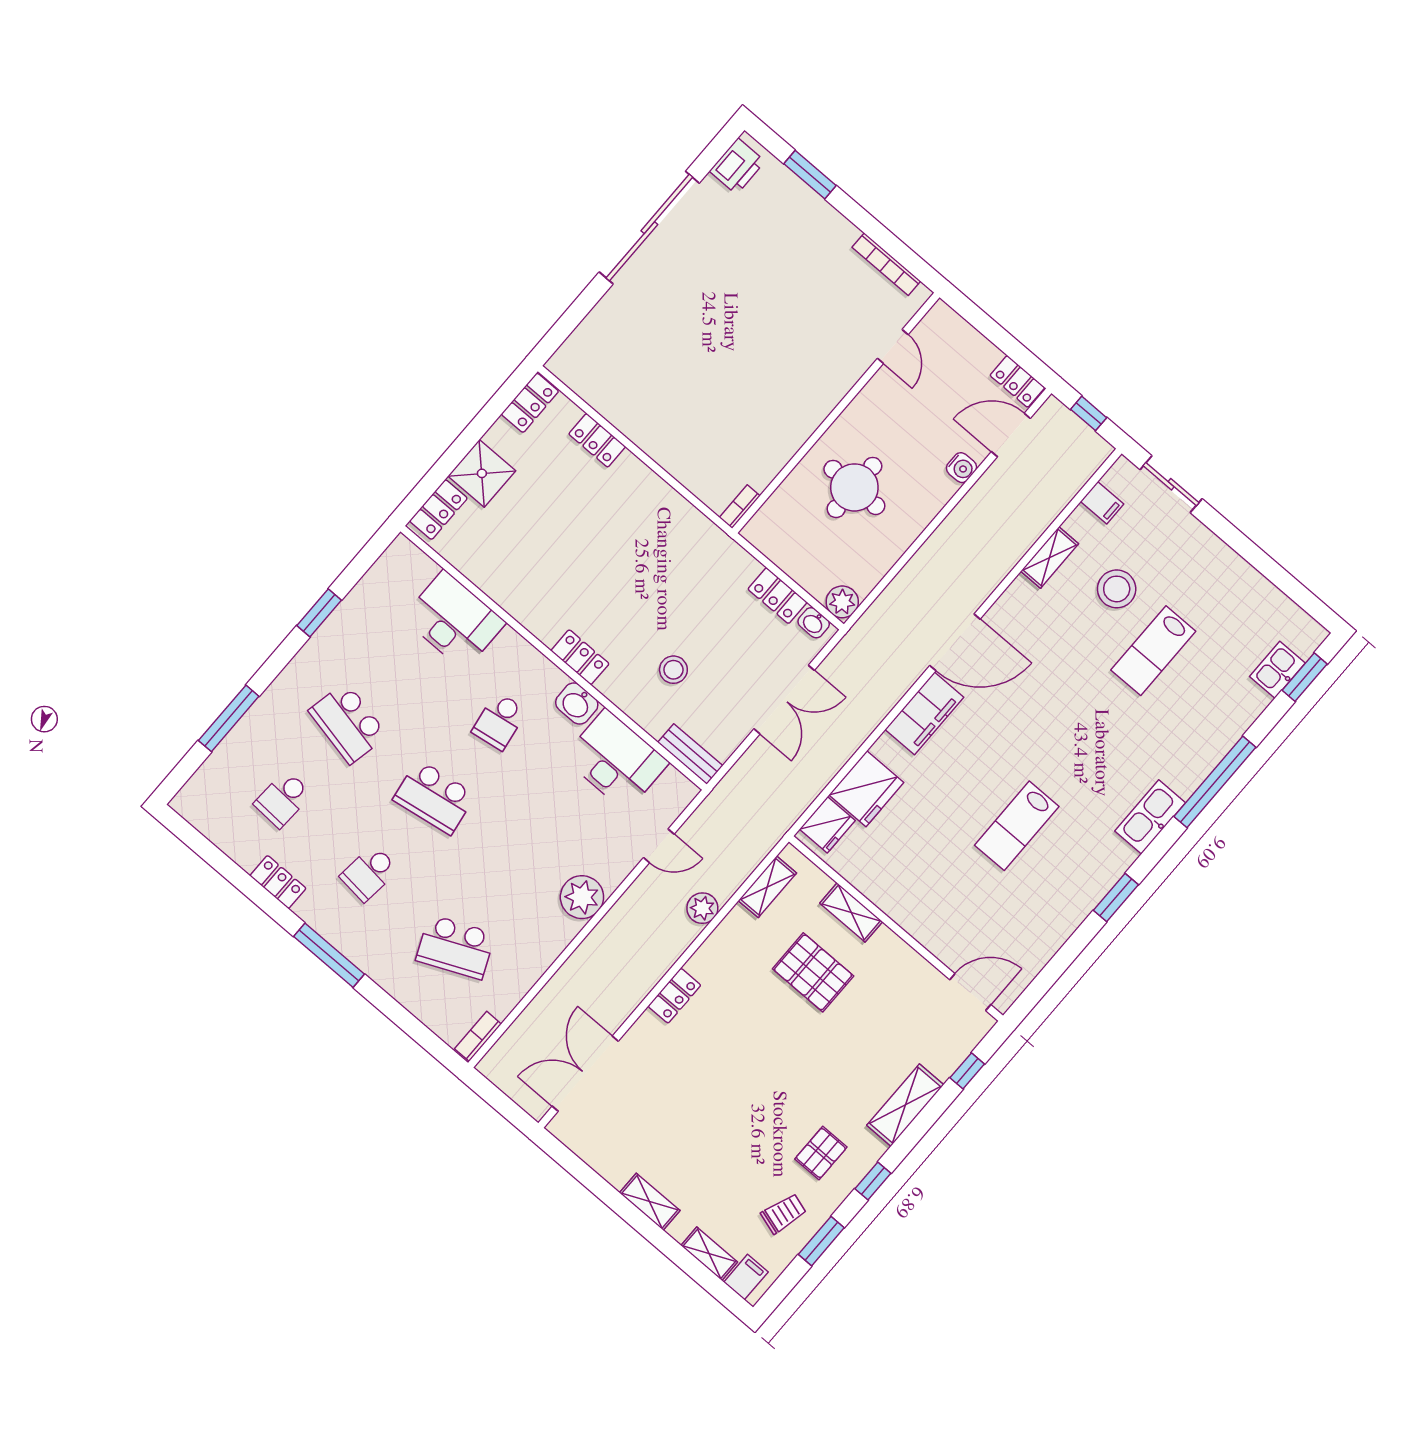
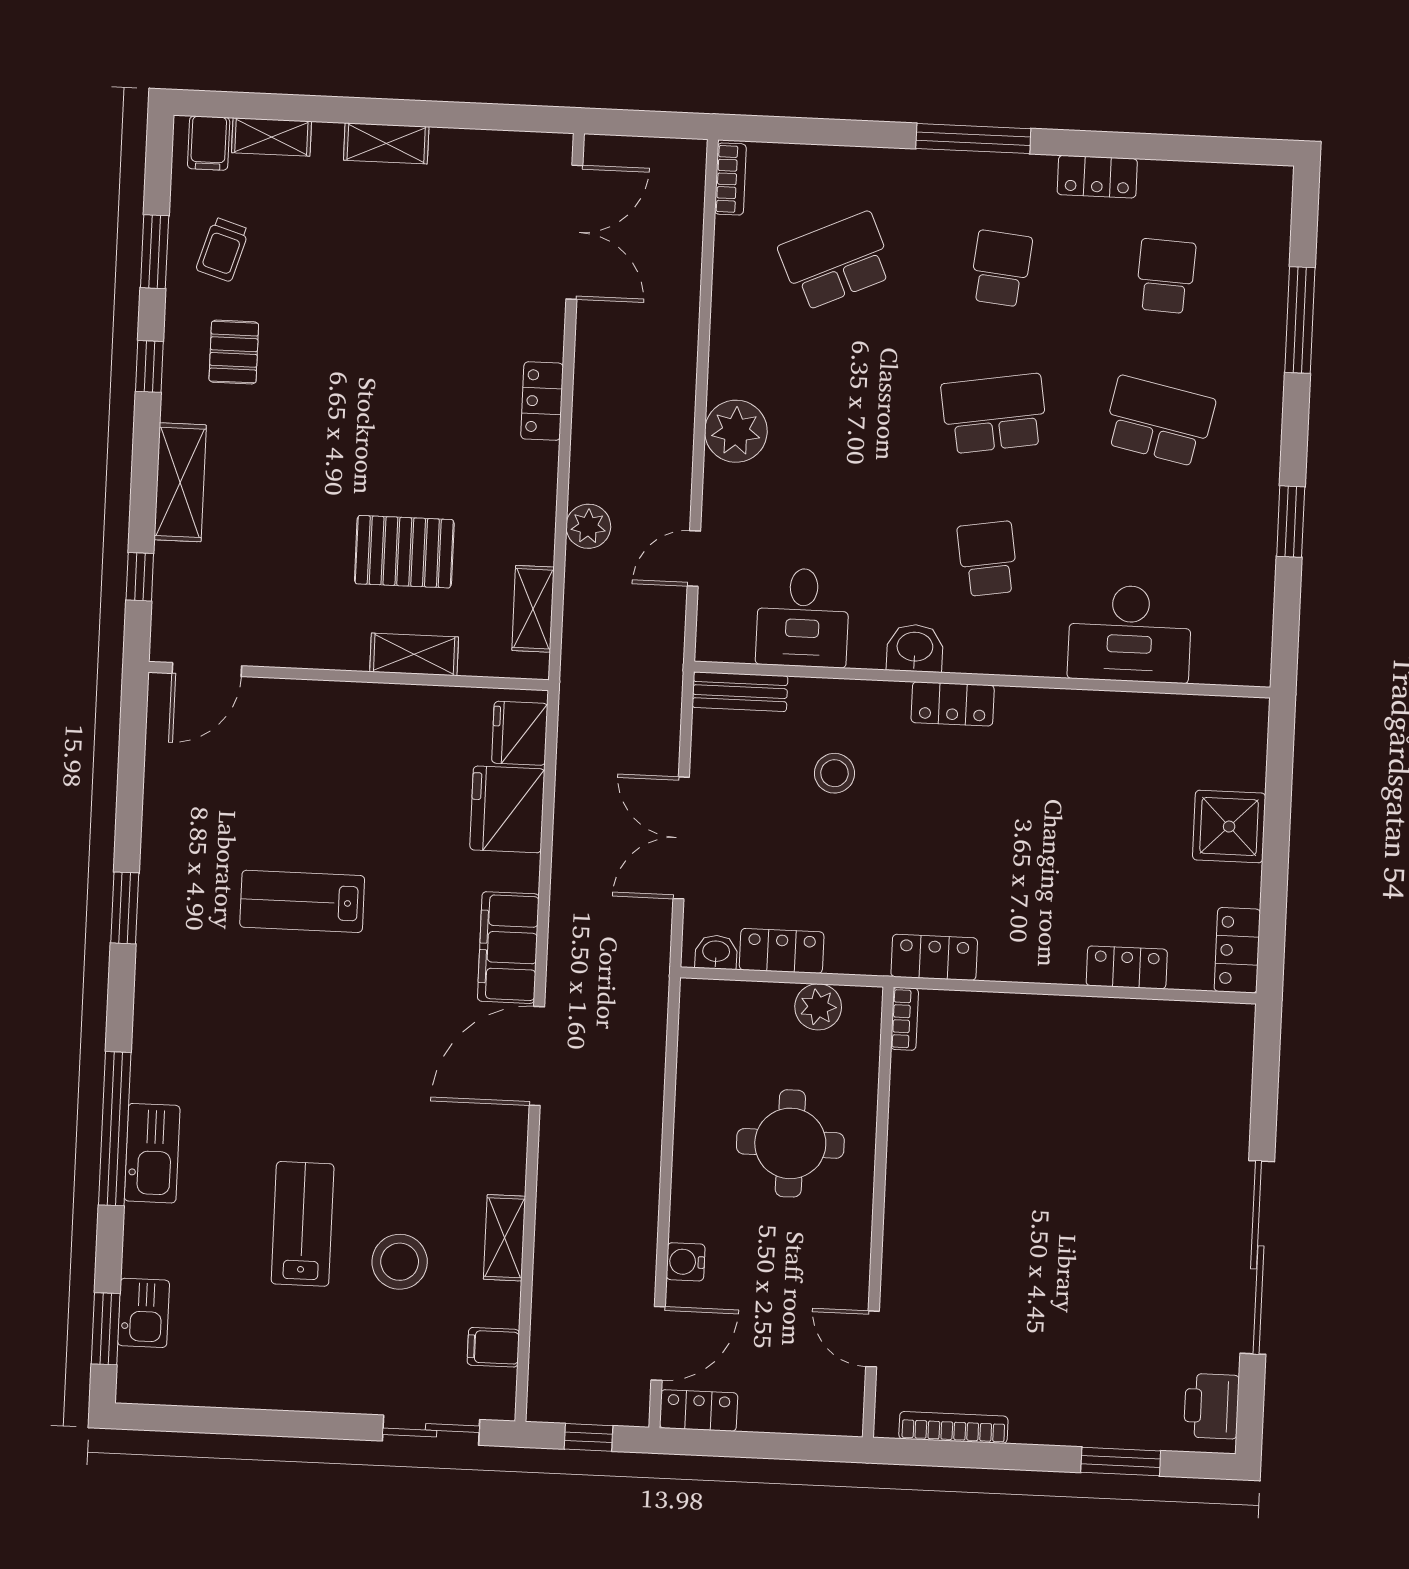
locker: (438, 510) -> (934, 957), moved, turned 90
plant: (842, 602) -> (818, 1007), moved
desk: (616, 760) -> (803, 618), width x0.73
kitchen sink: (1150, 817) -> (152, 1153), moved
lab bench: (1017, 826) -> (302, 901), turned -90

